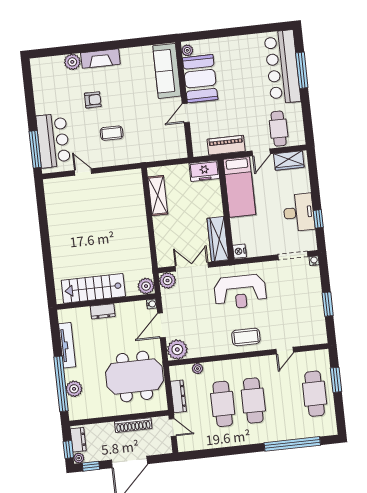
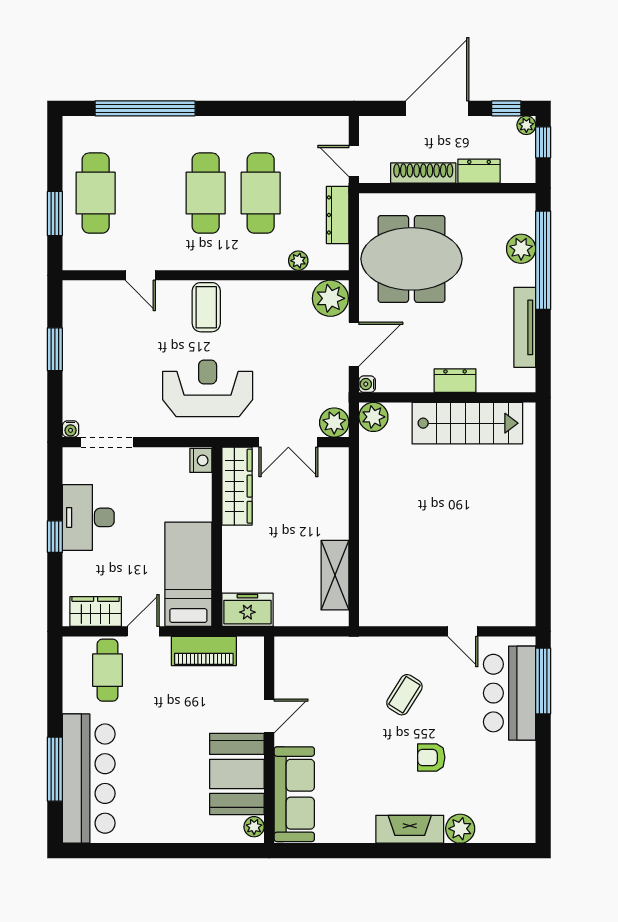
coffee table: (112, 133) -> (404, 695), turned -58
window: (318, 219) -> (55, 537), moved
coffee table: (246, 337) -> (206, 307), turned 90
door: (285, 351) -> (140, 275), swing flipped
dresser: (78, 440) -> (479, 171), moved, turned 90

